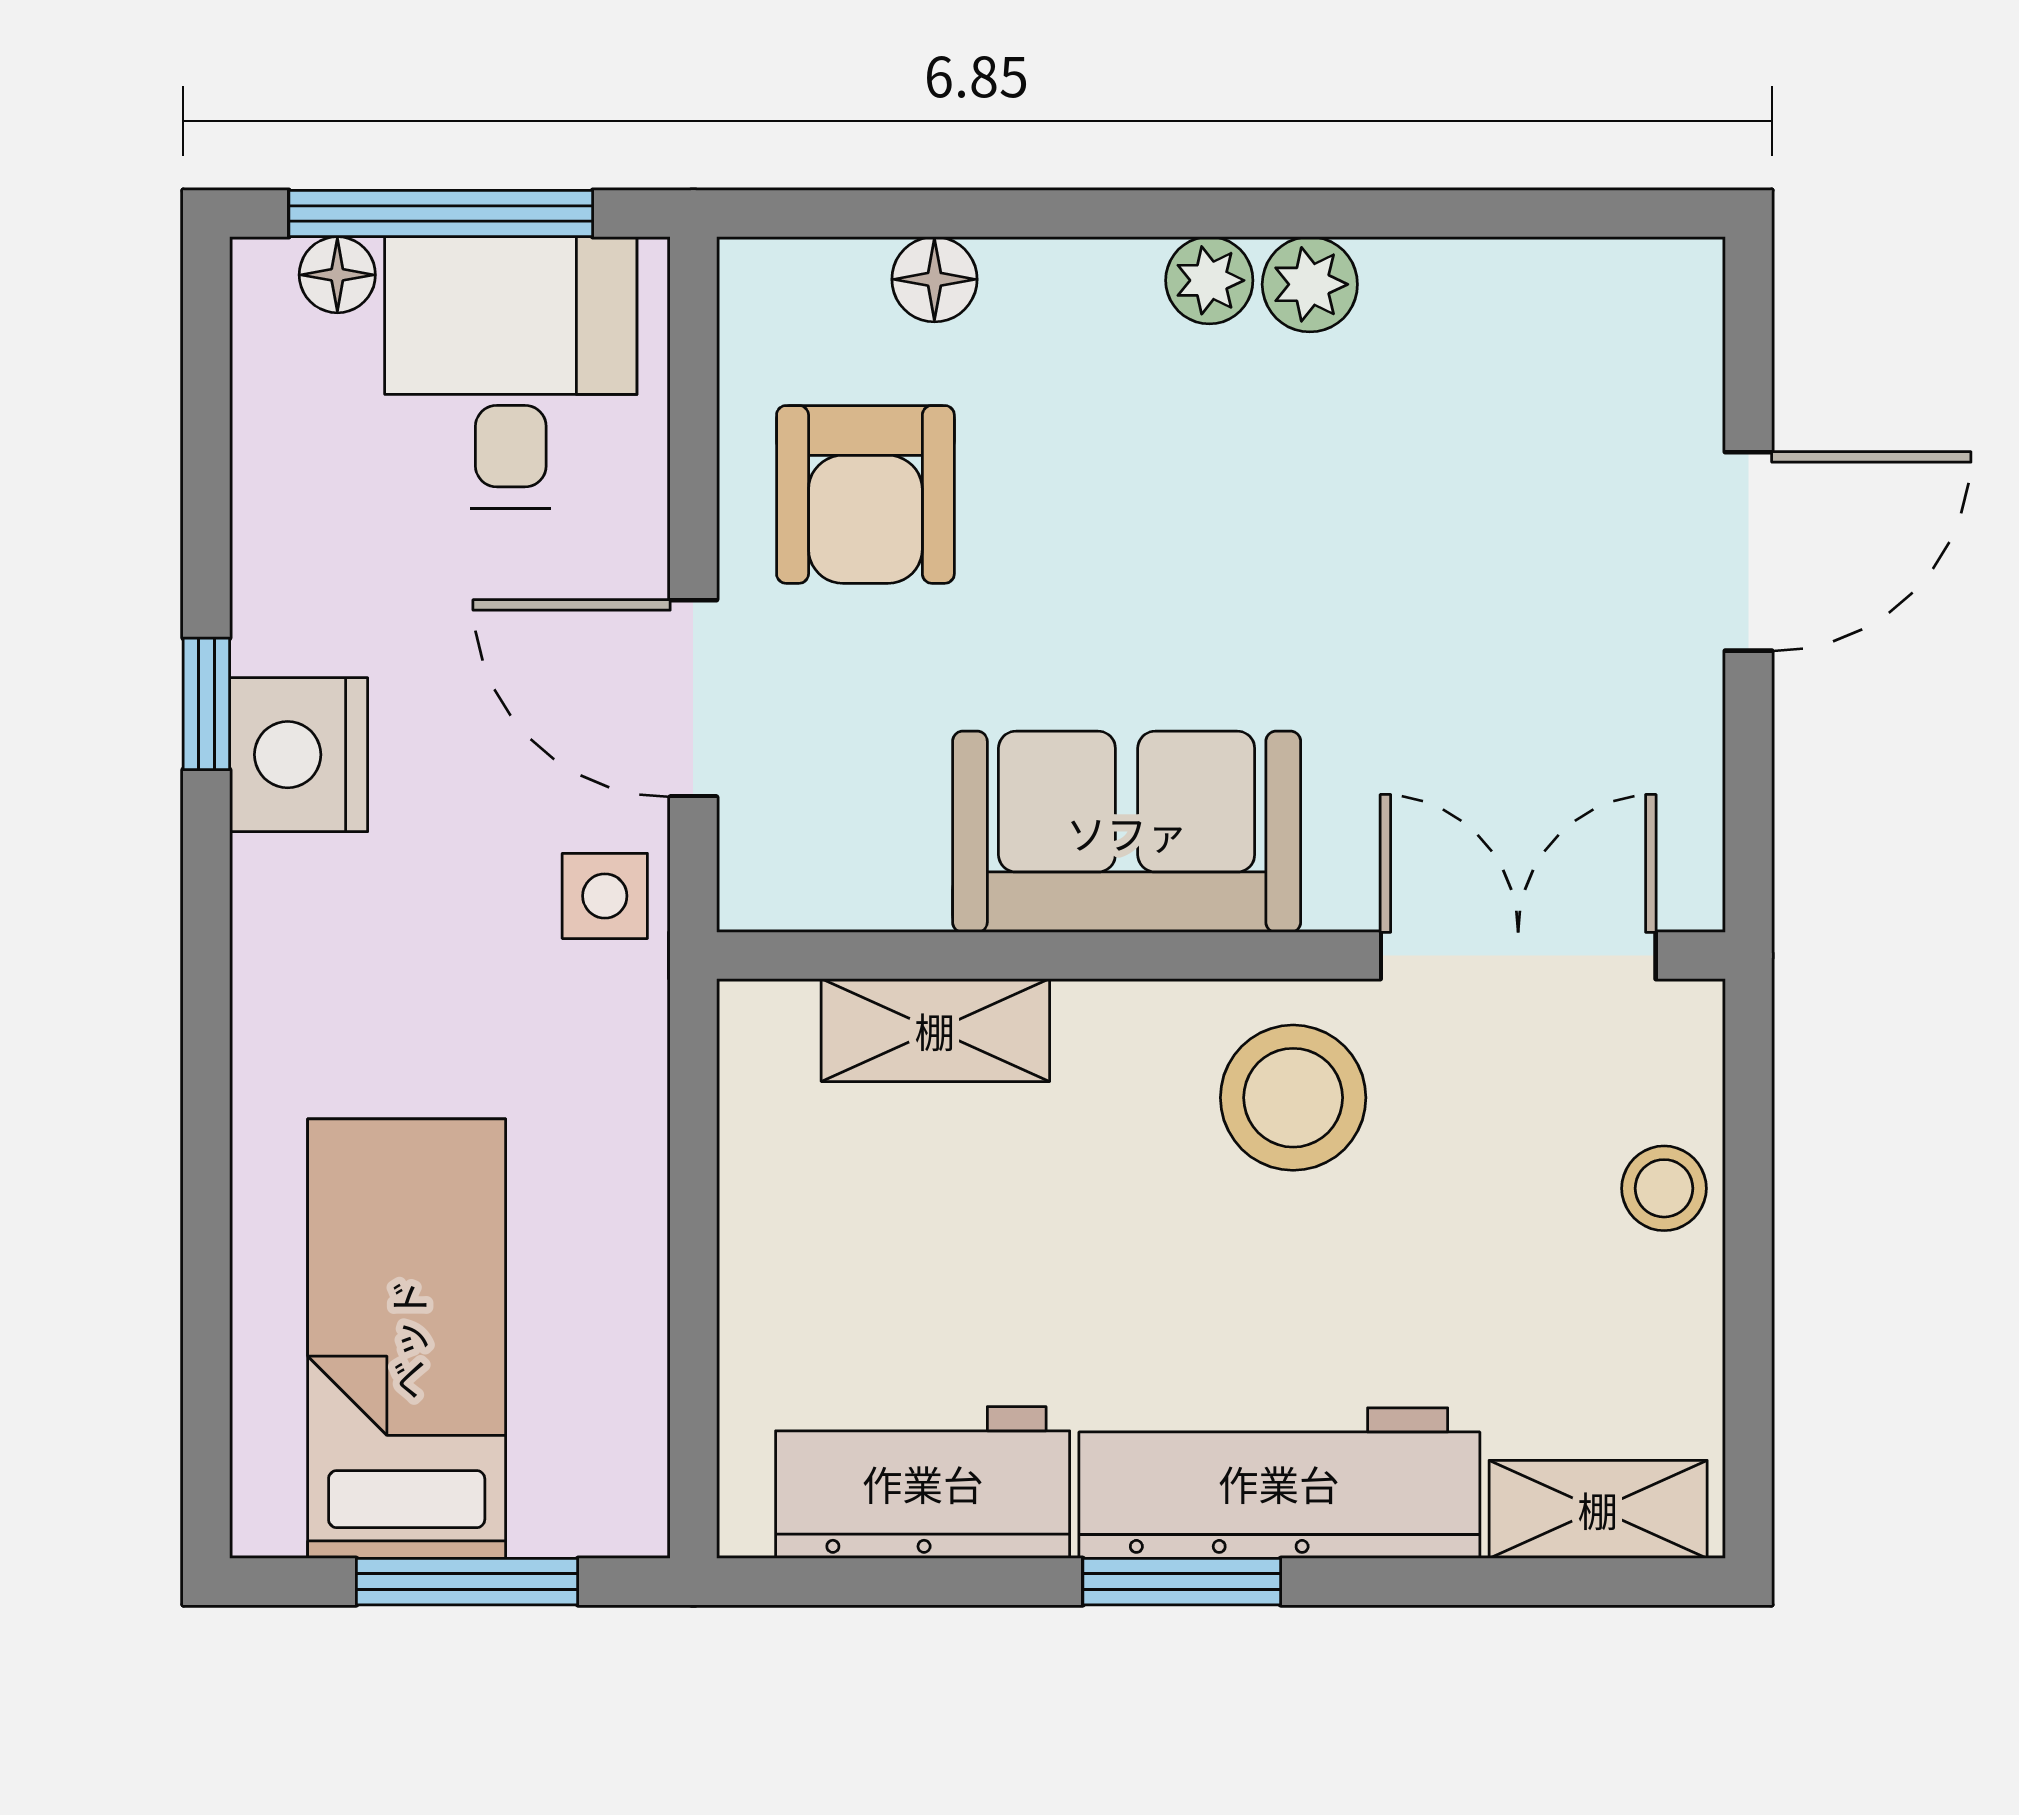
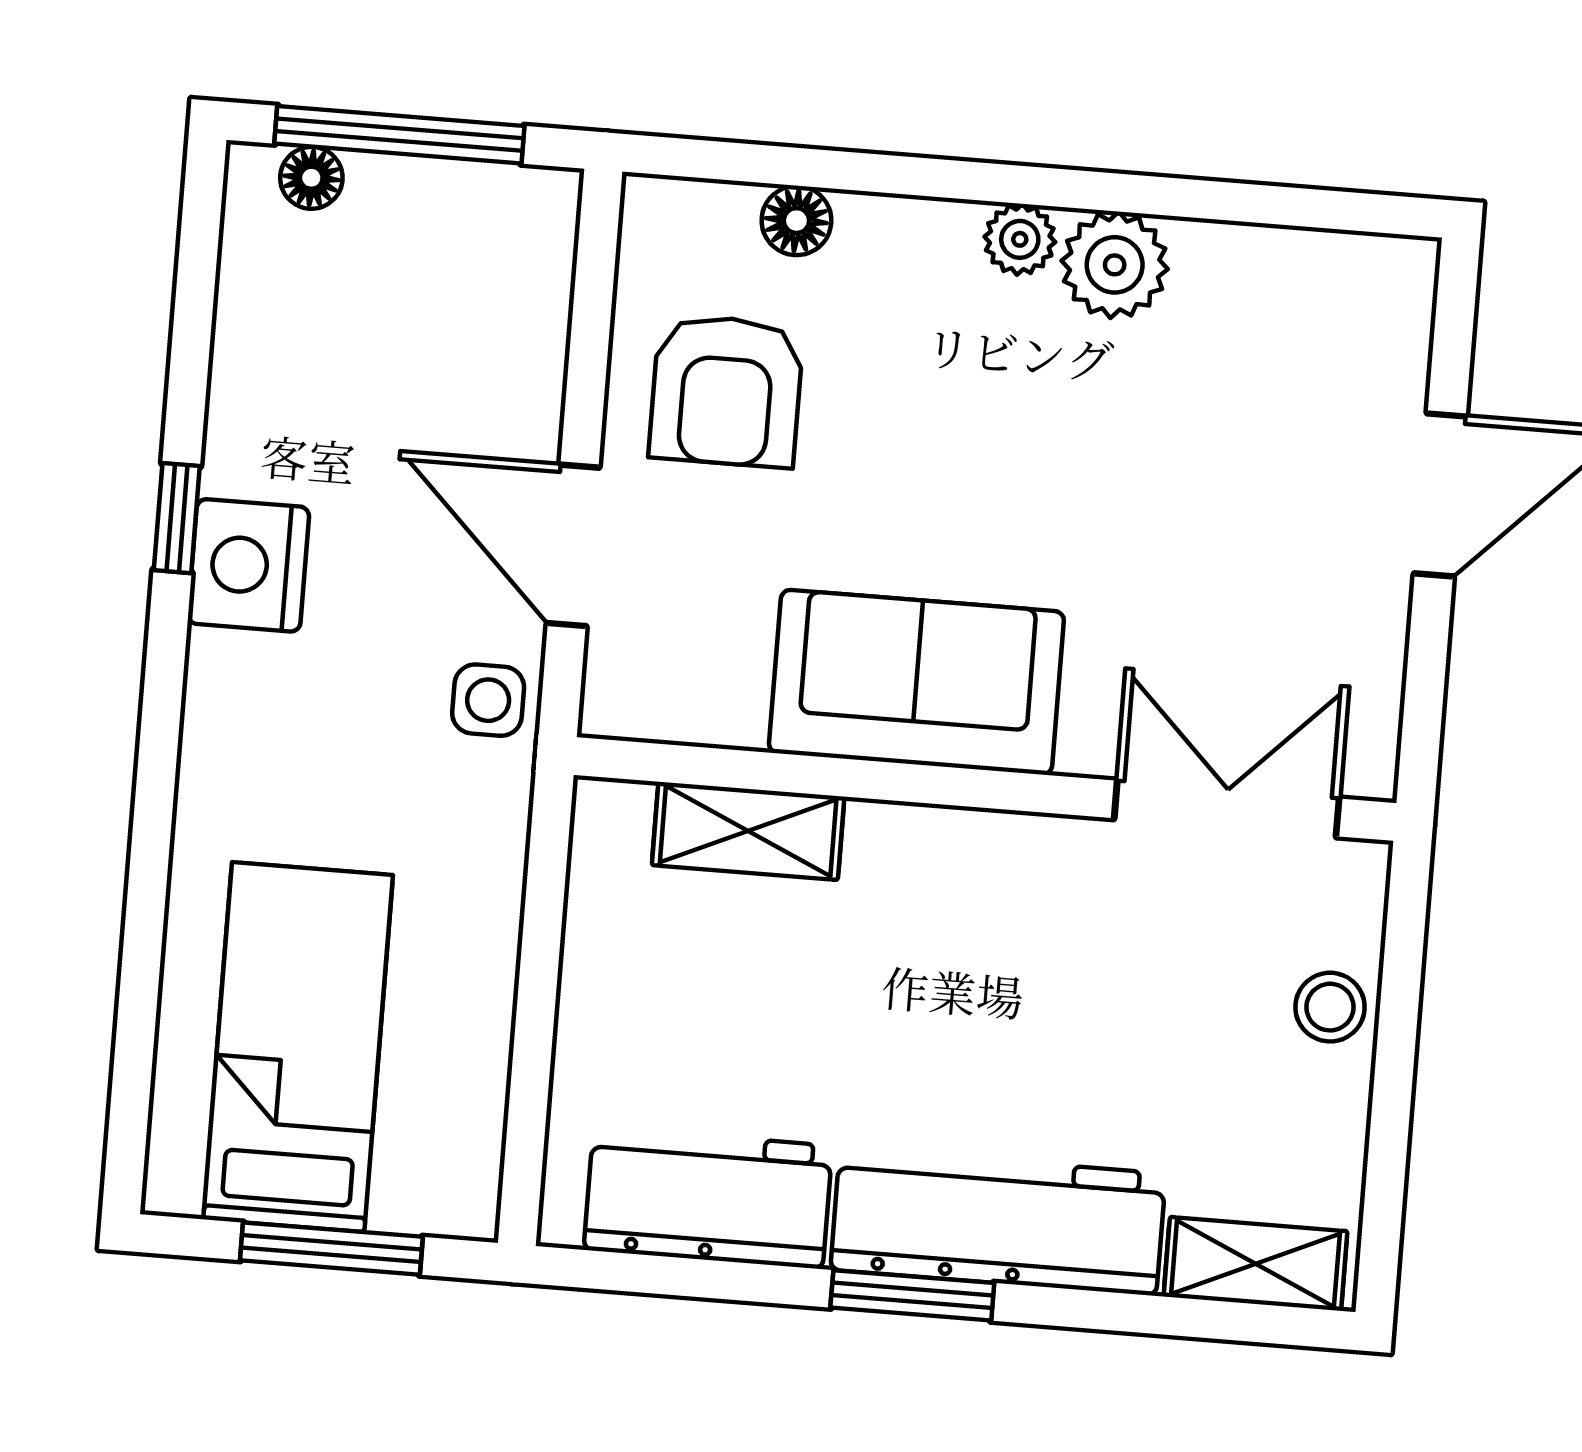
plant: (1310, 284) -> (1115, 265), width x1.38, depth x1.38
desk: (511, 373) -> (446, 269), removed
stool: (1293, 1098) -> (1034, 909), removed

